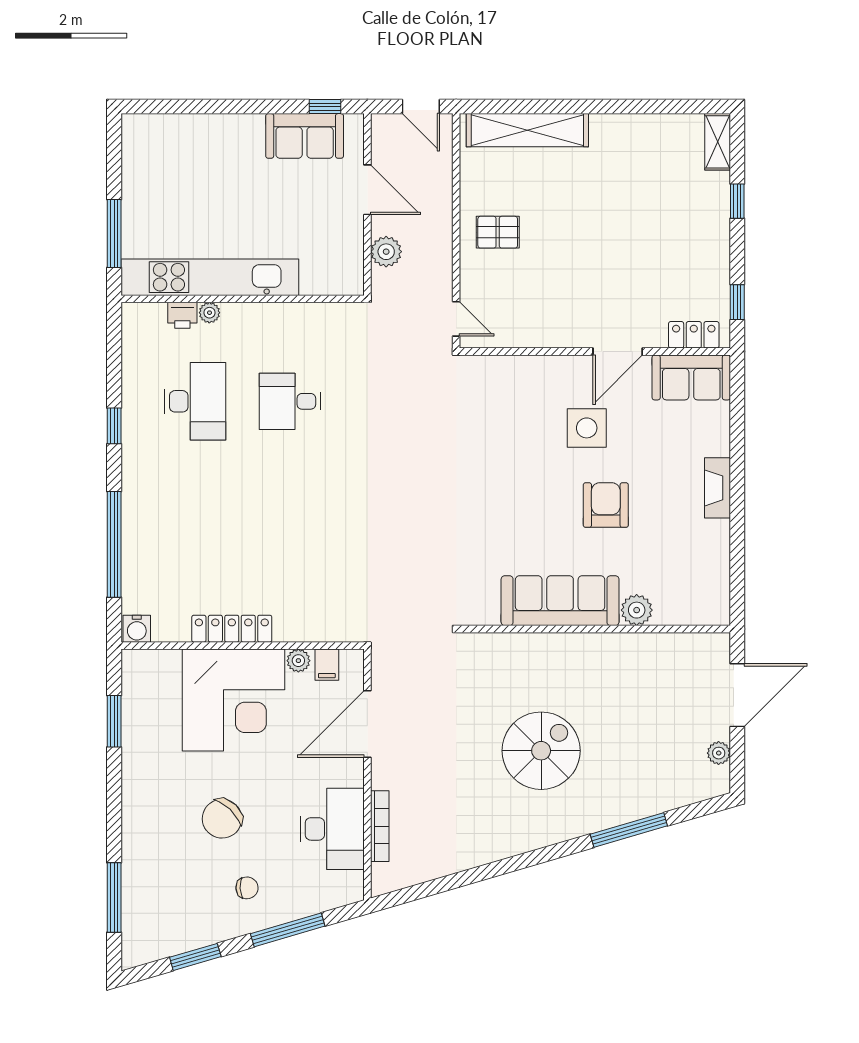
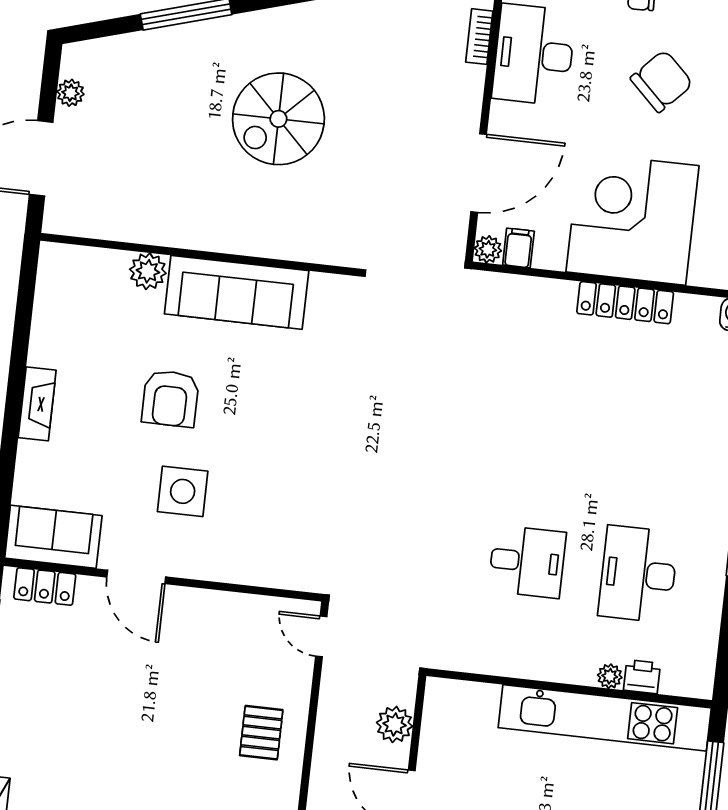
pallet: (498, 232) -> (261, 733), turned 90
door: (618, 352) -> (136, 577), swing flipped
plant: (298, 661) -> (488, 249), moved
bookcase: (380, 826) -> (479, 37), width x0.64

